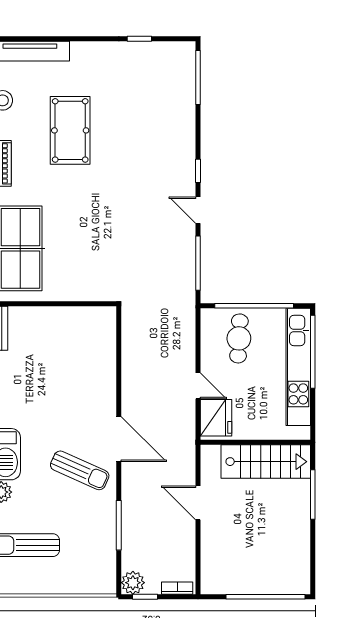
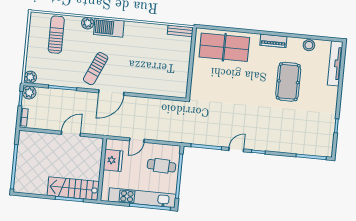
pool table: (70, 130) -> (288, 82), turned 90
fridge: (216, 418) -> (113, 160), moved, turned -90
stairs: (266, 462) -> (73, 188), moved, turned 90
plant: (106, 584) -> (30, 77), added

